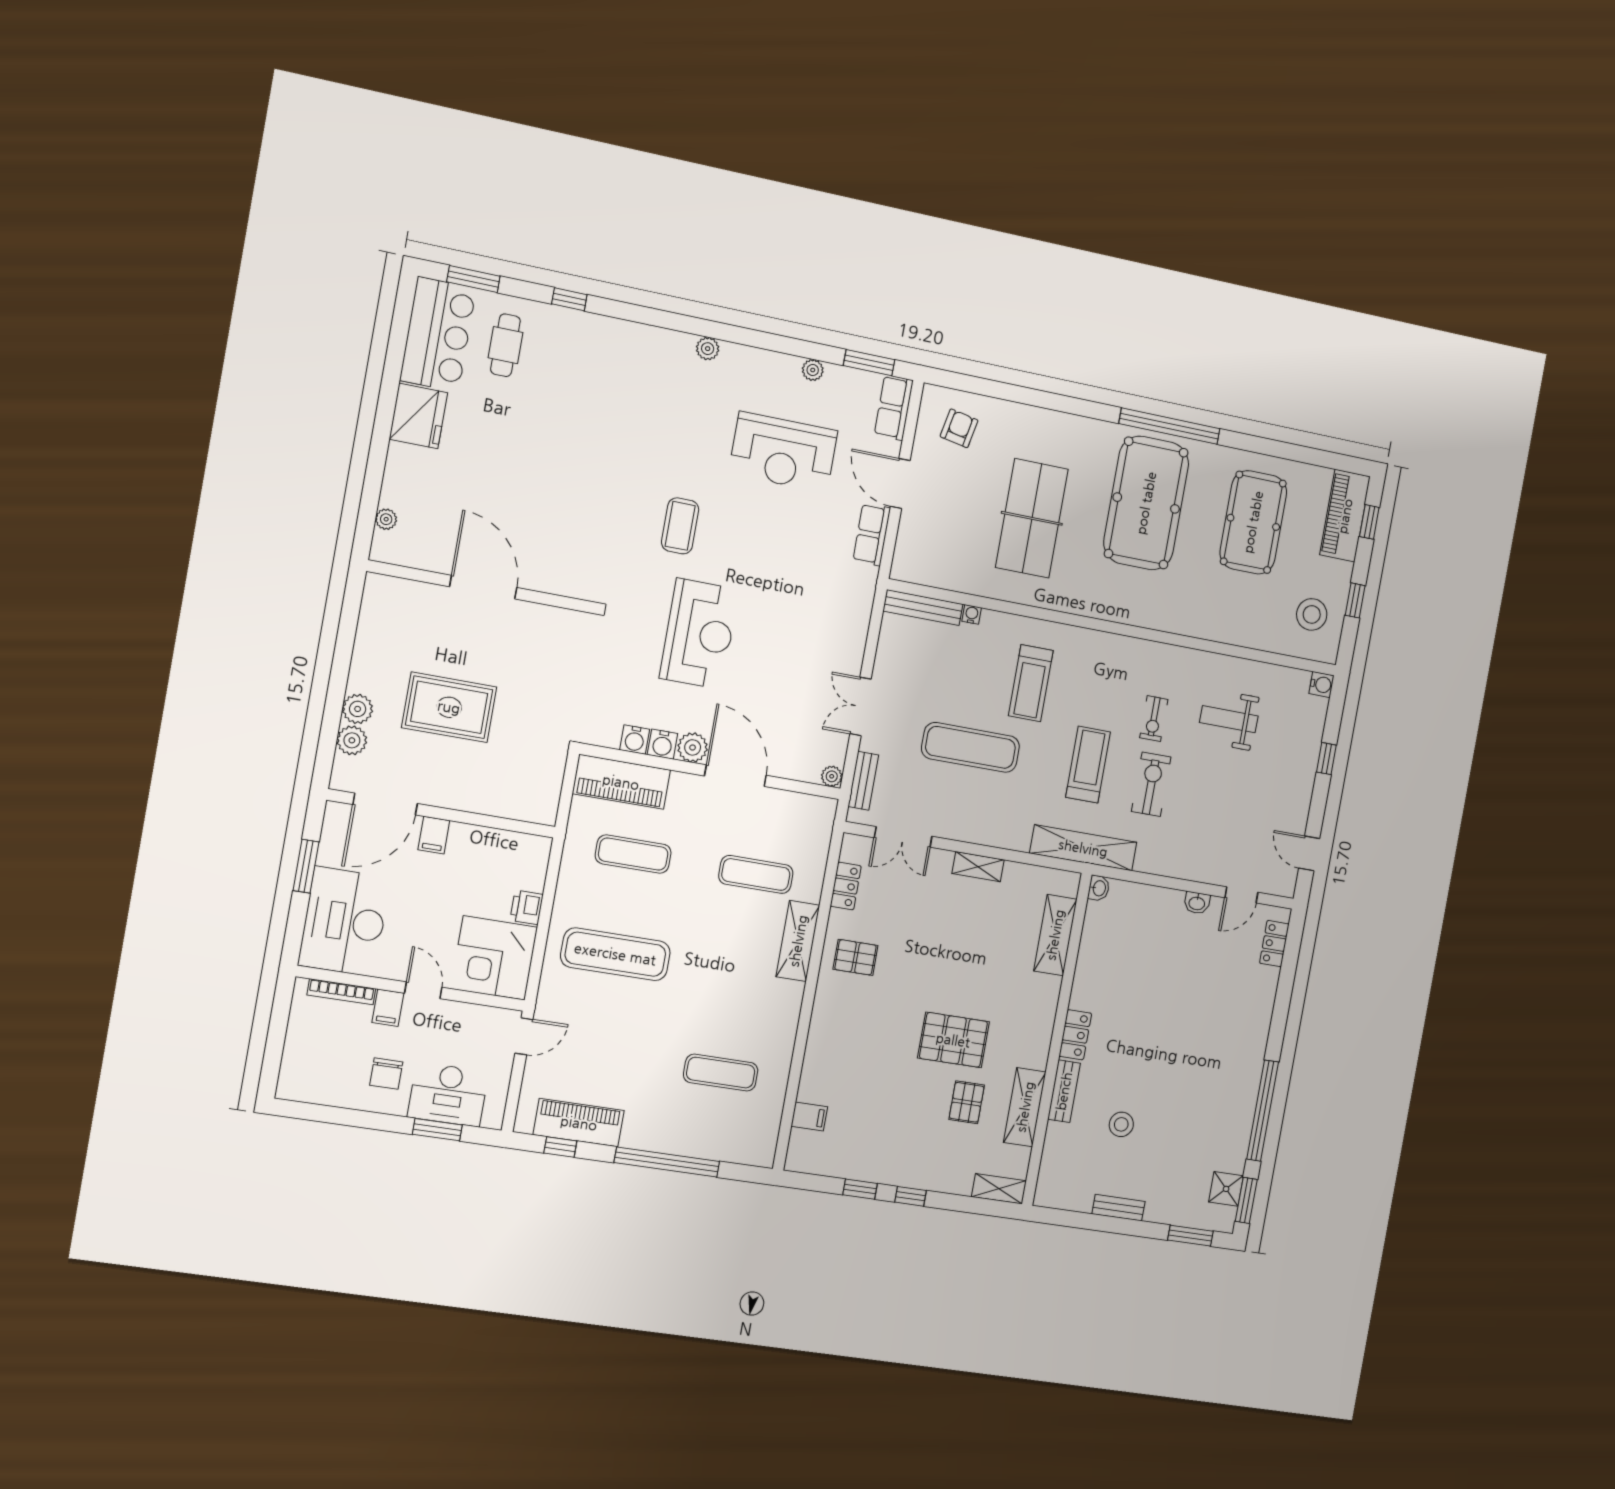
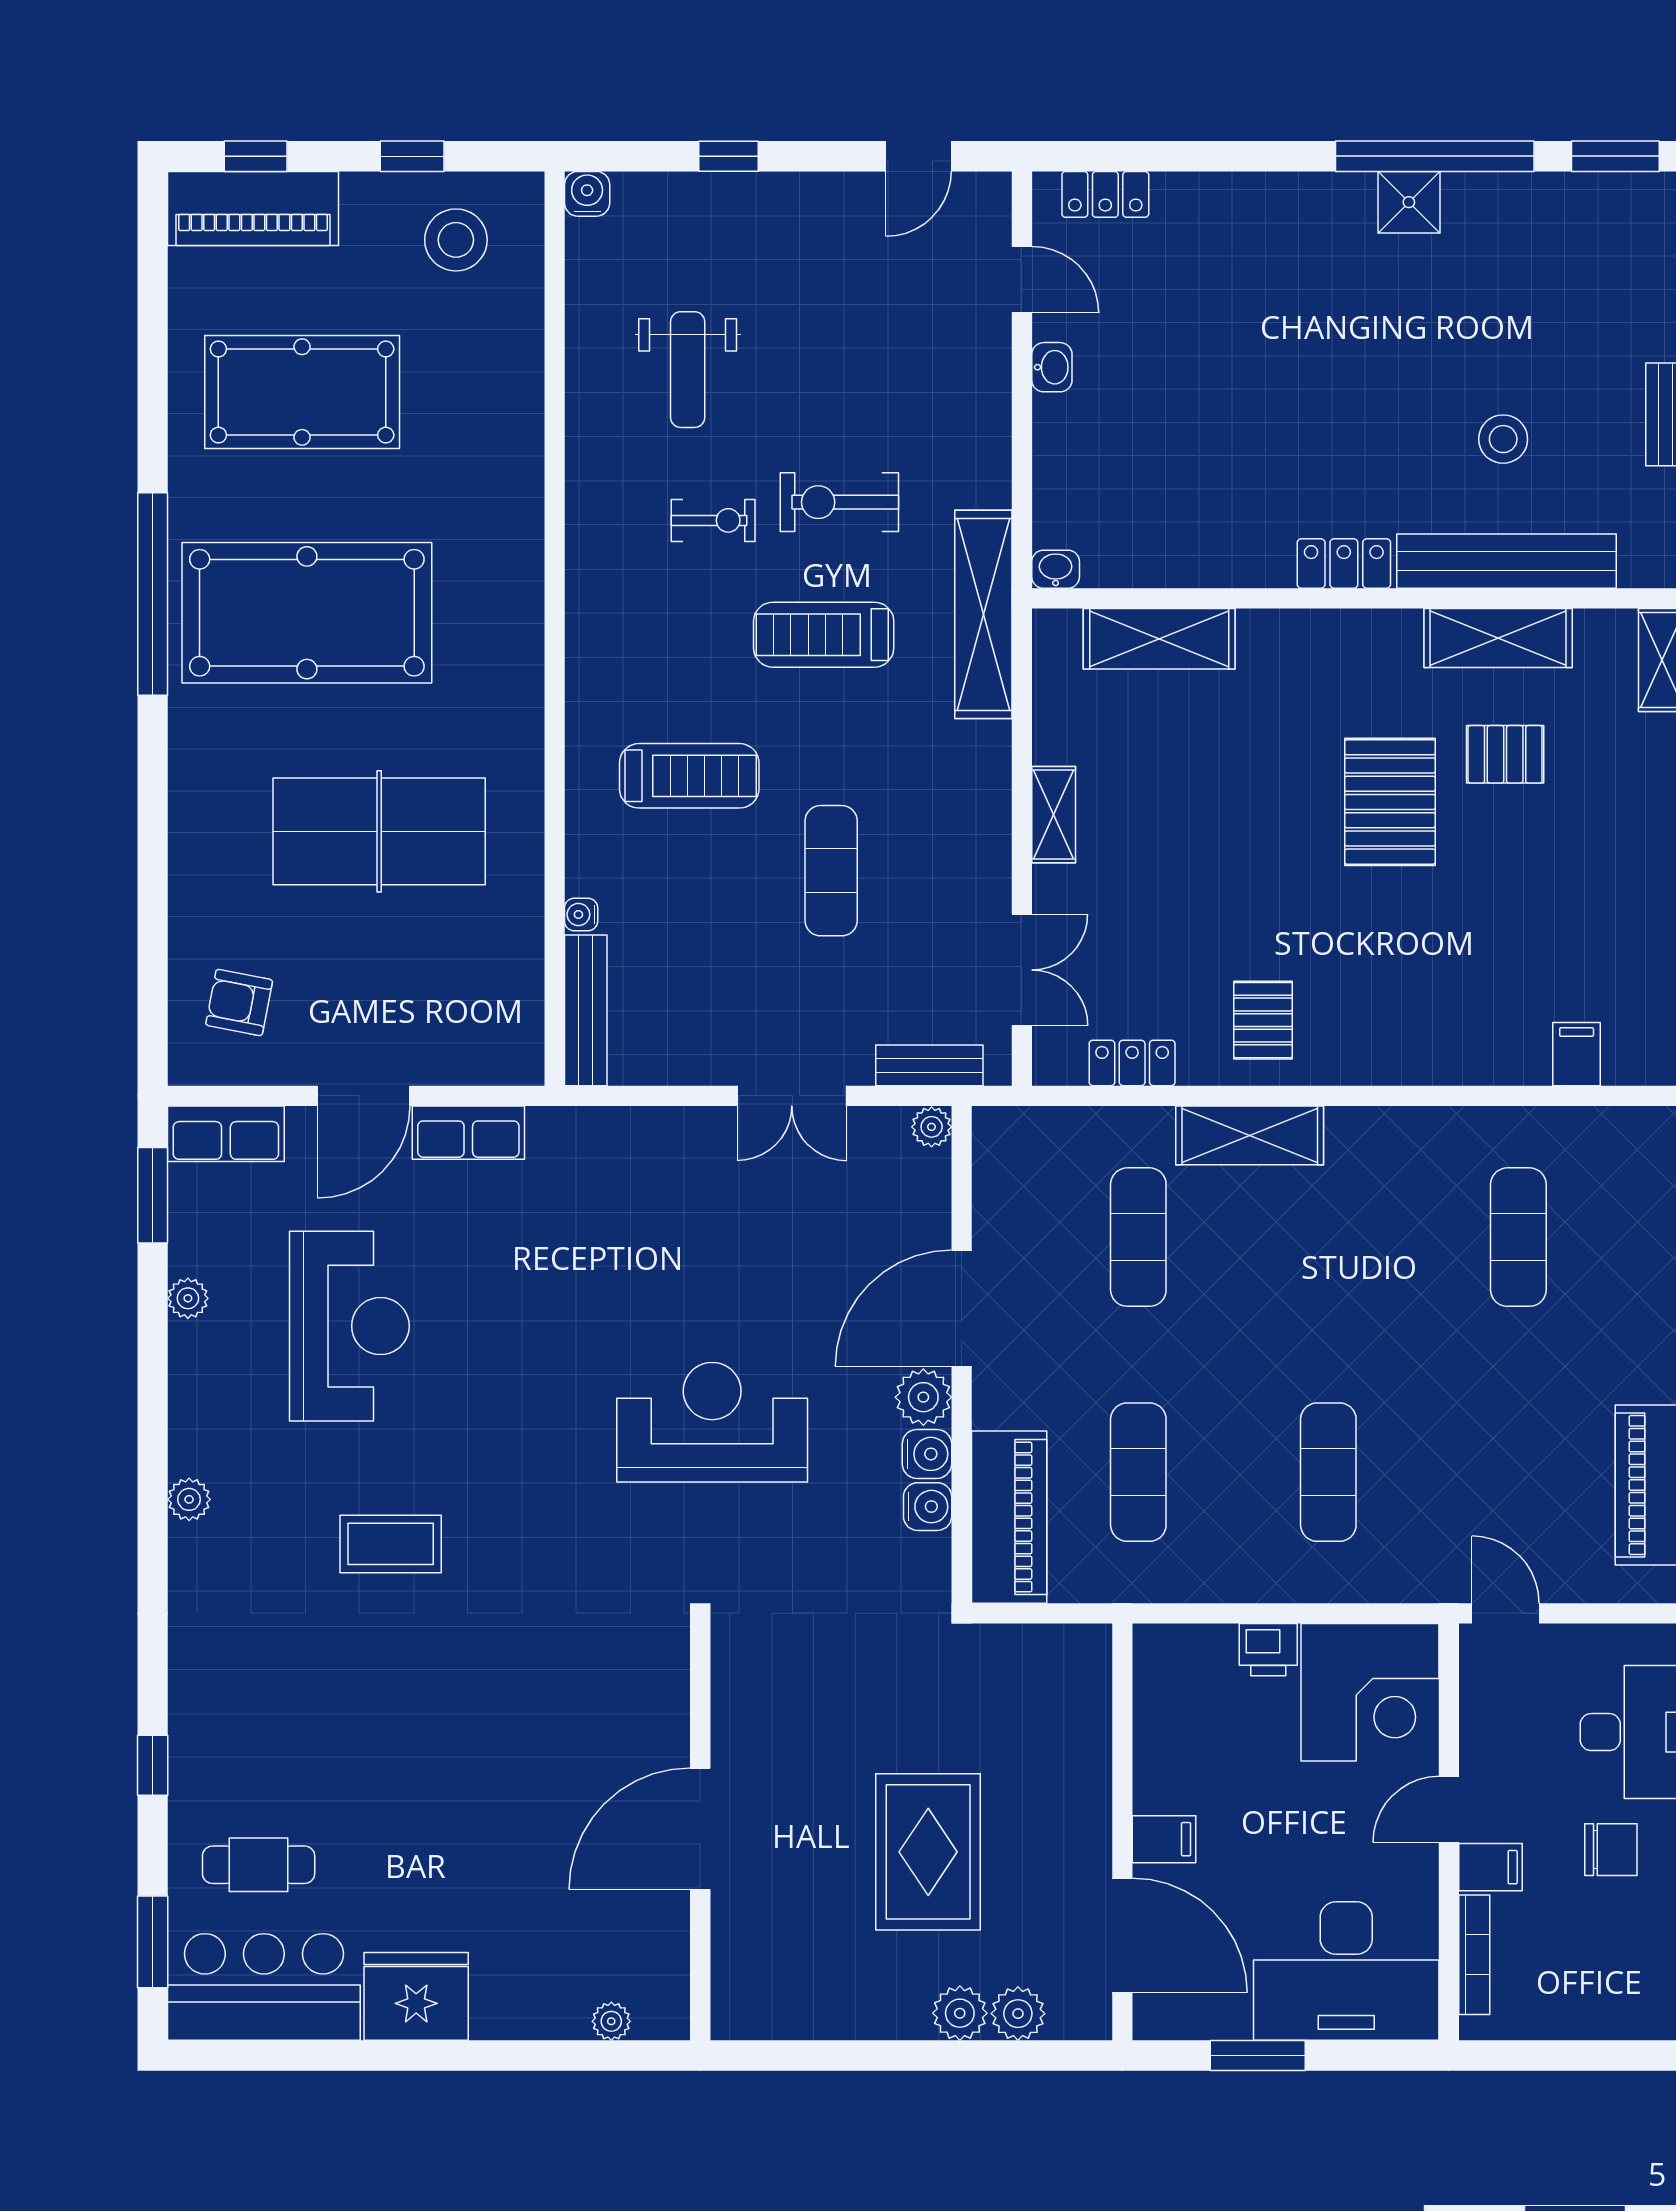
coffee table: (680, 526) -> (391, 1544), moved
exercise mat: (971, 747) -> (831, 871), width x0.73, depth x0.69
exercise mat: (615, 954) -> (1328, 1472), width x0.73, depth x0.69
bench: (1064, 1091) -> (1507, 561), width x1.86, depth x1.21
shower: (1226, 1189) -> (1409, 202), moved

